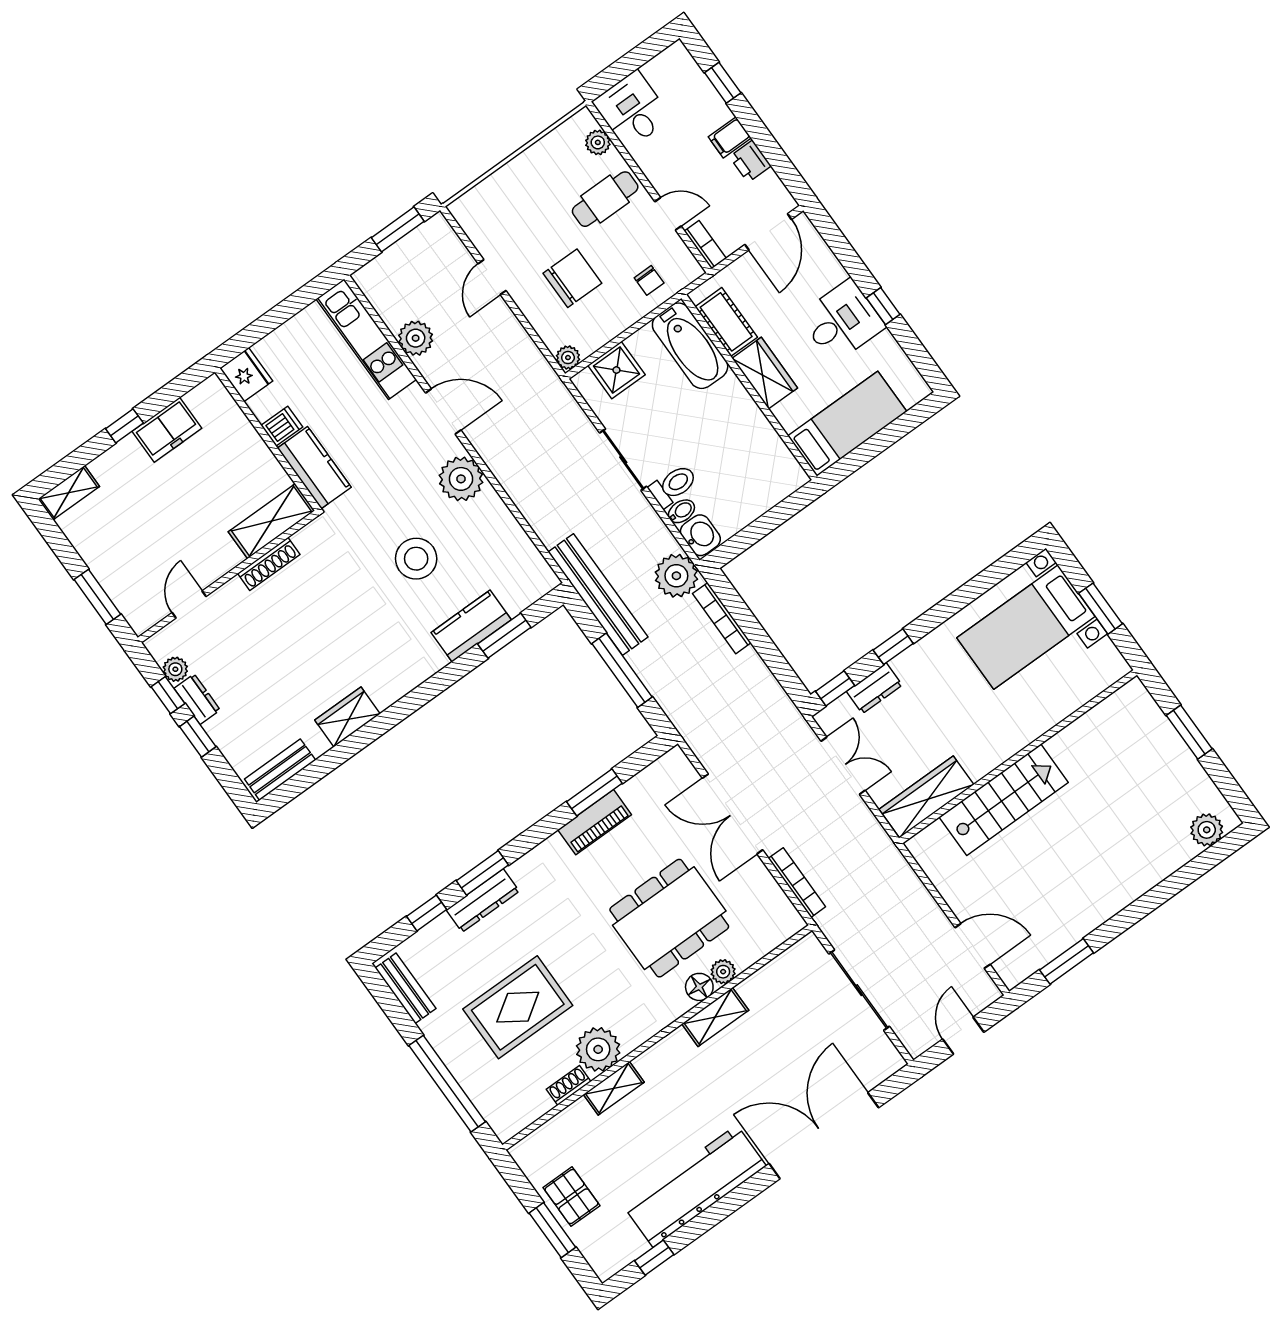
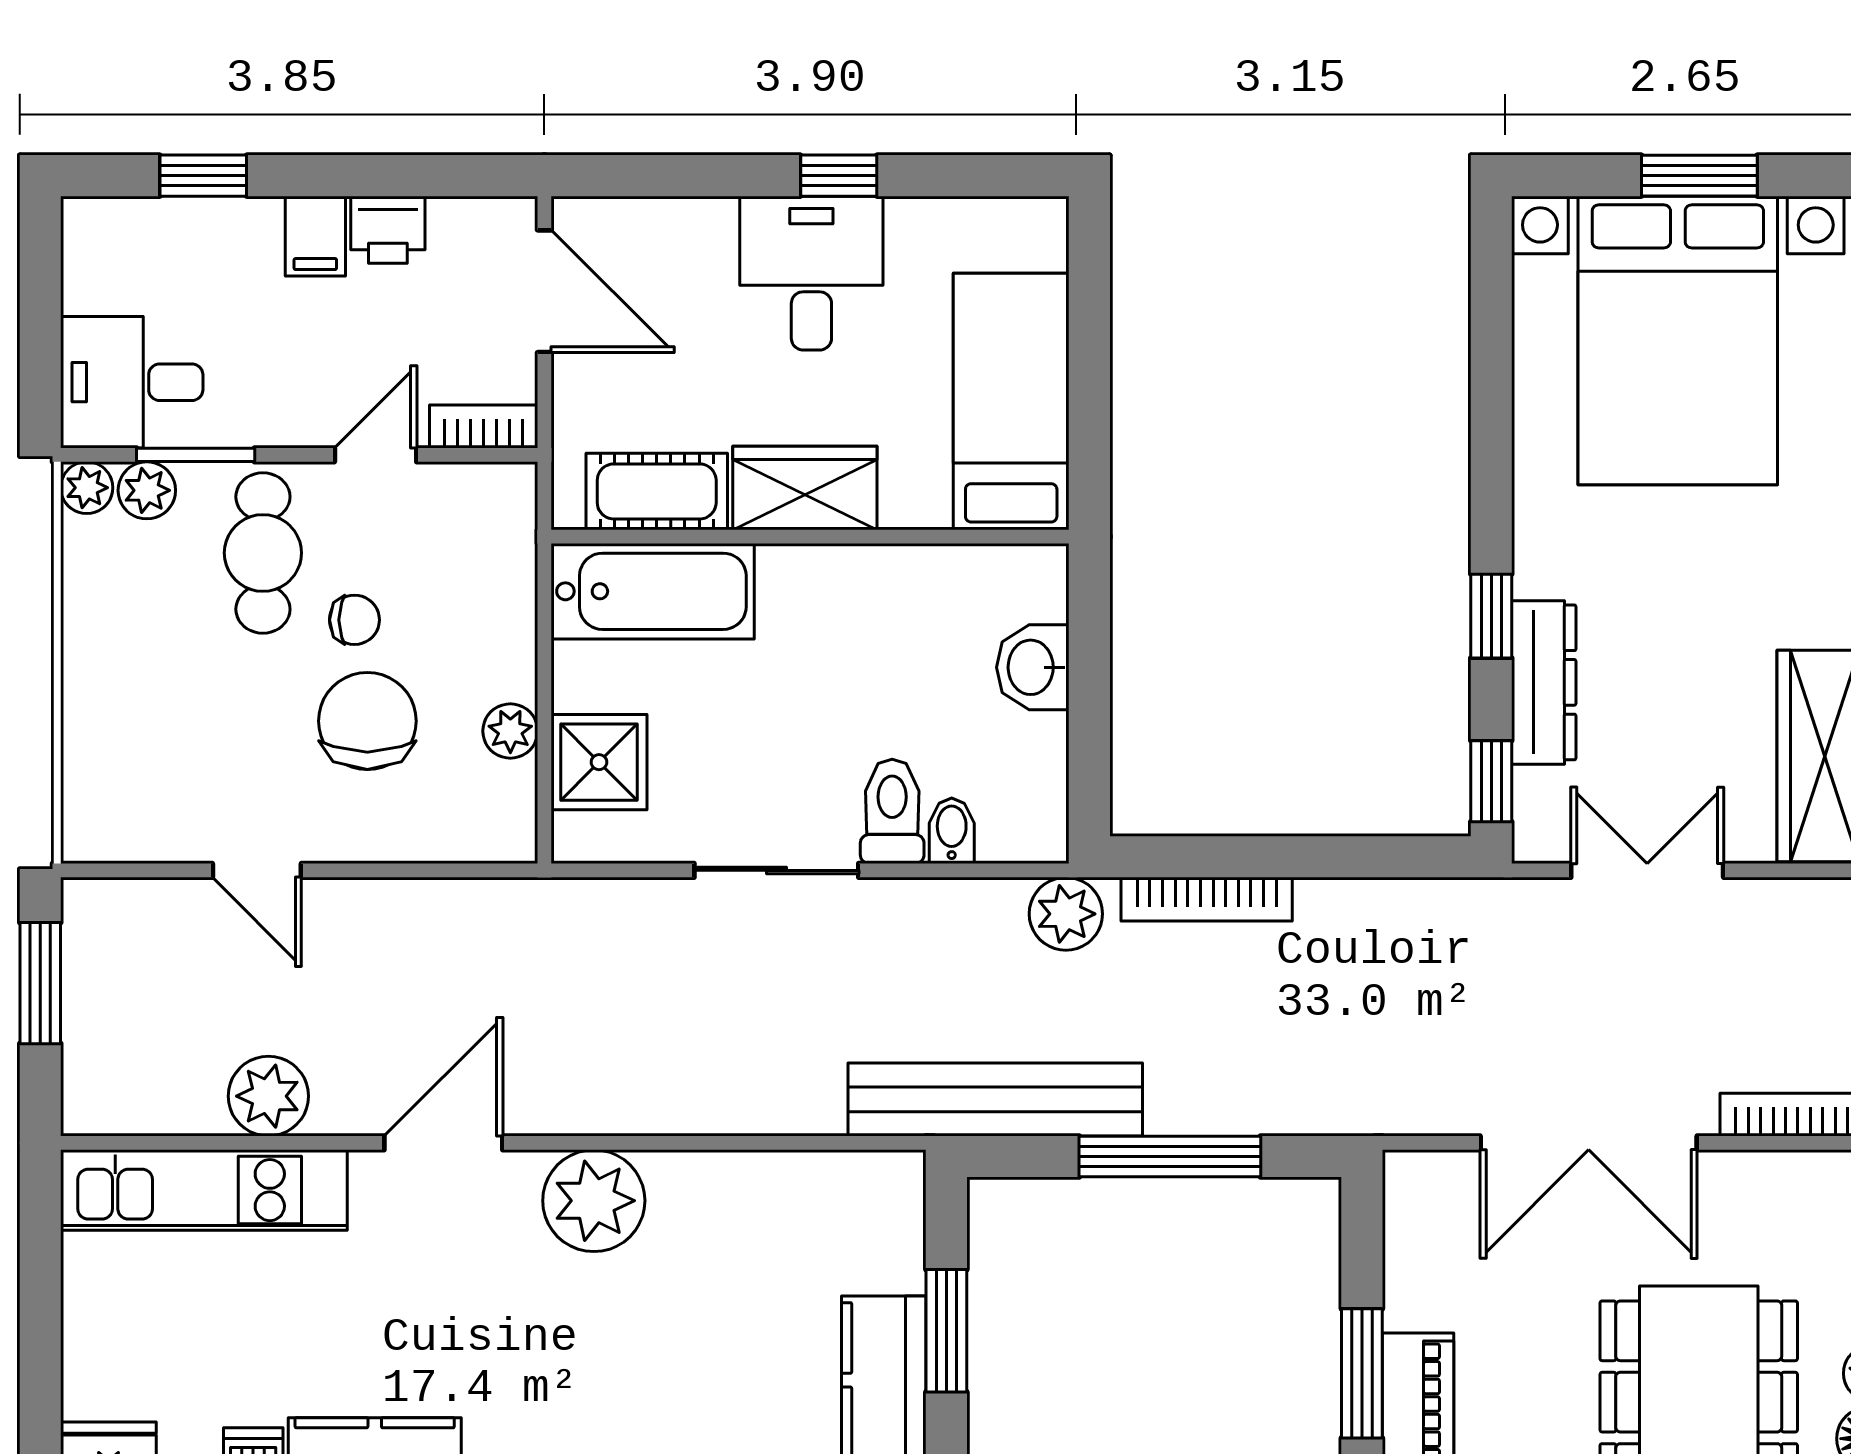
plant: (584, 121) -> (87, 488), added
window: (623, 151) -> (196, 455), added
chair: (649, 280) -> (354, 620), moved
plant: (568, 358) -> (510, 731), moved
washbasin: (700, 535) -> (1033, 667), moved, turned -90
stool: (416, 559) -> (683, 1392), removed
plant: (676, 576) -> (1066, 914), width x0.73, depth x0.73
bed with nightstands: (1026, 627) -> (1678, 340), width x1.36
dresser: (874, 688) -> (1544, 682), width x1.44

